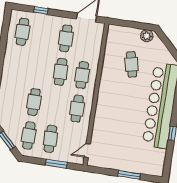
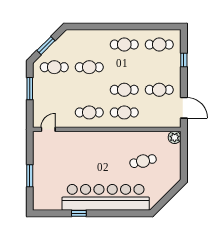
plant: (147, 36) -> (175, 137), moved
cafe table: (50, 139) -> (124, 45), moved
door: (87, 150) -> (48, 129), hinge flipped
window: (56, 164) -> (30, 89), moved

